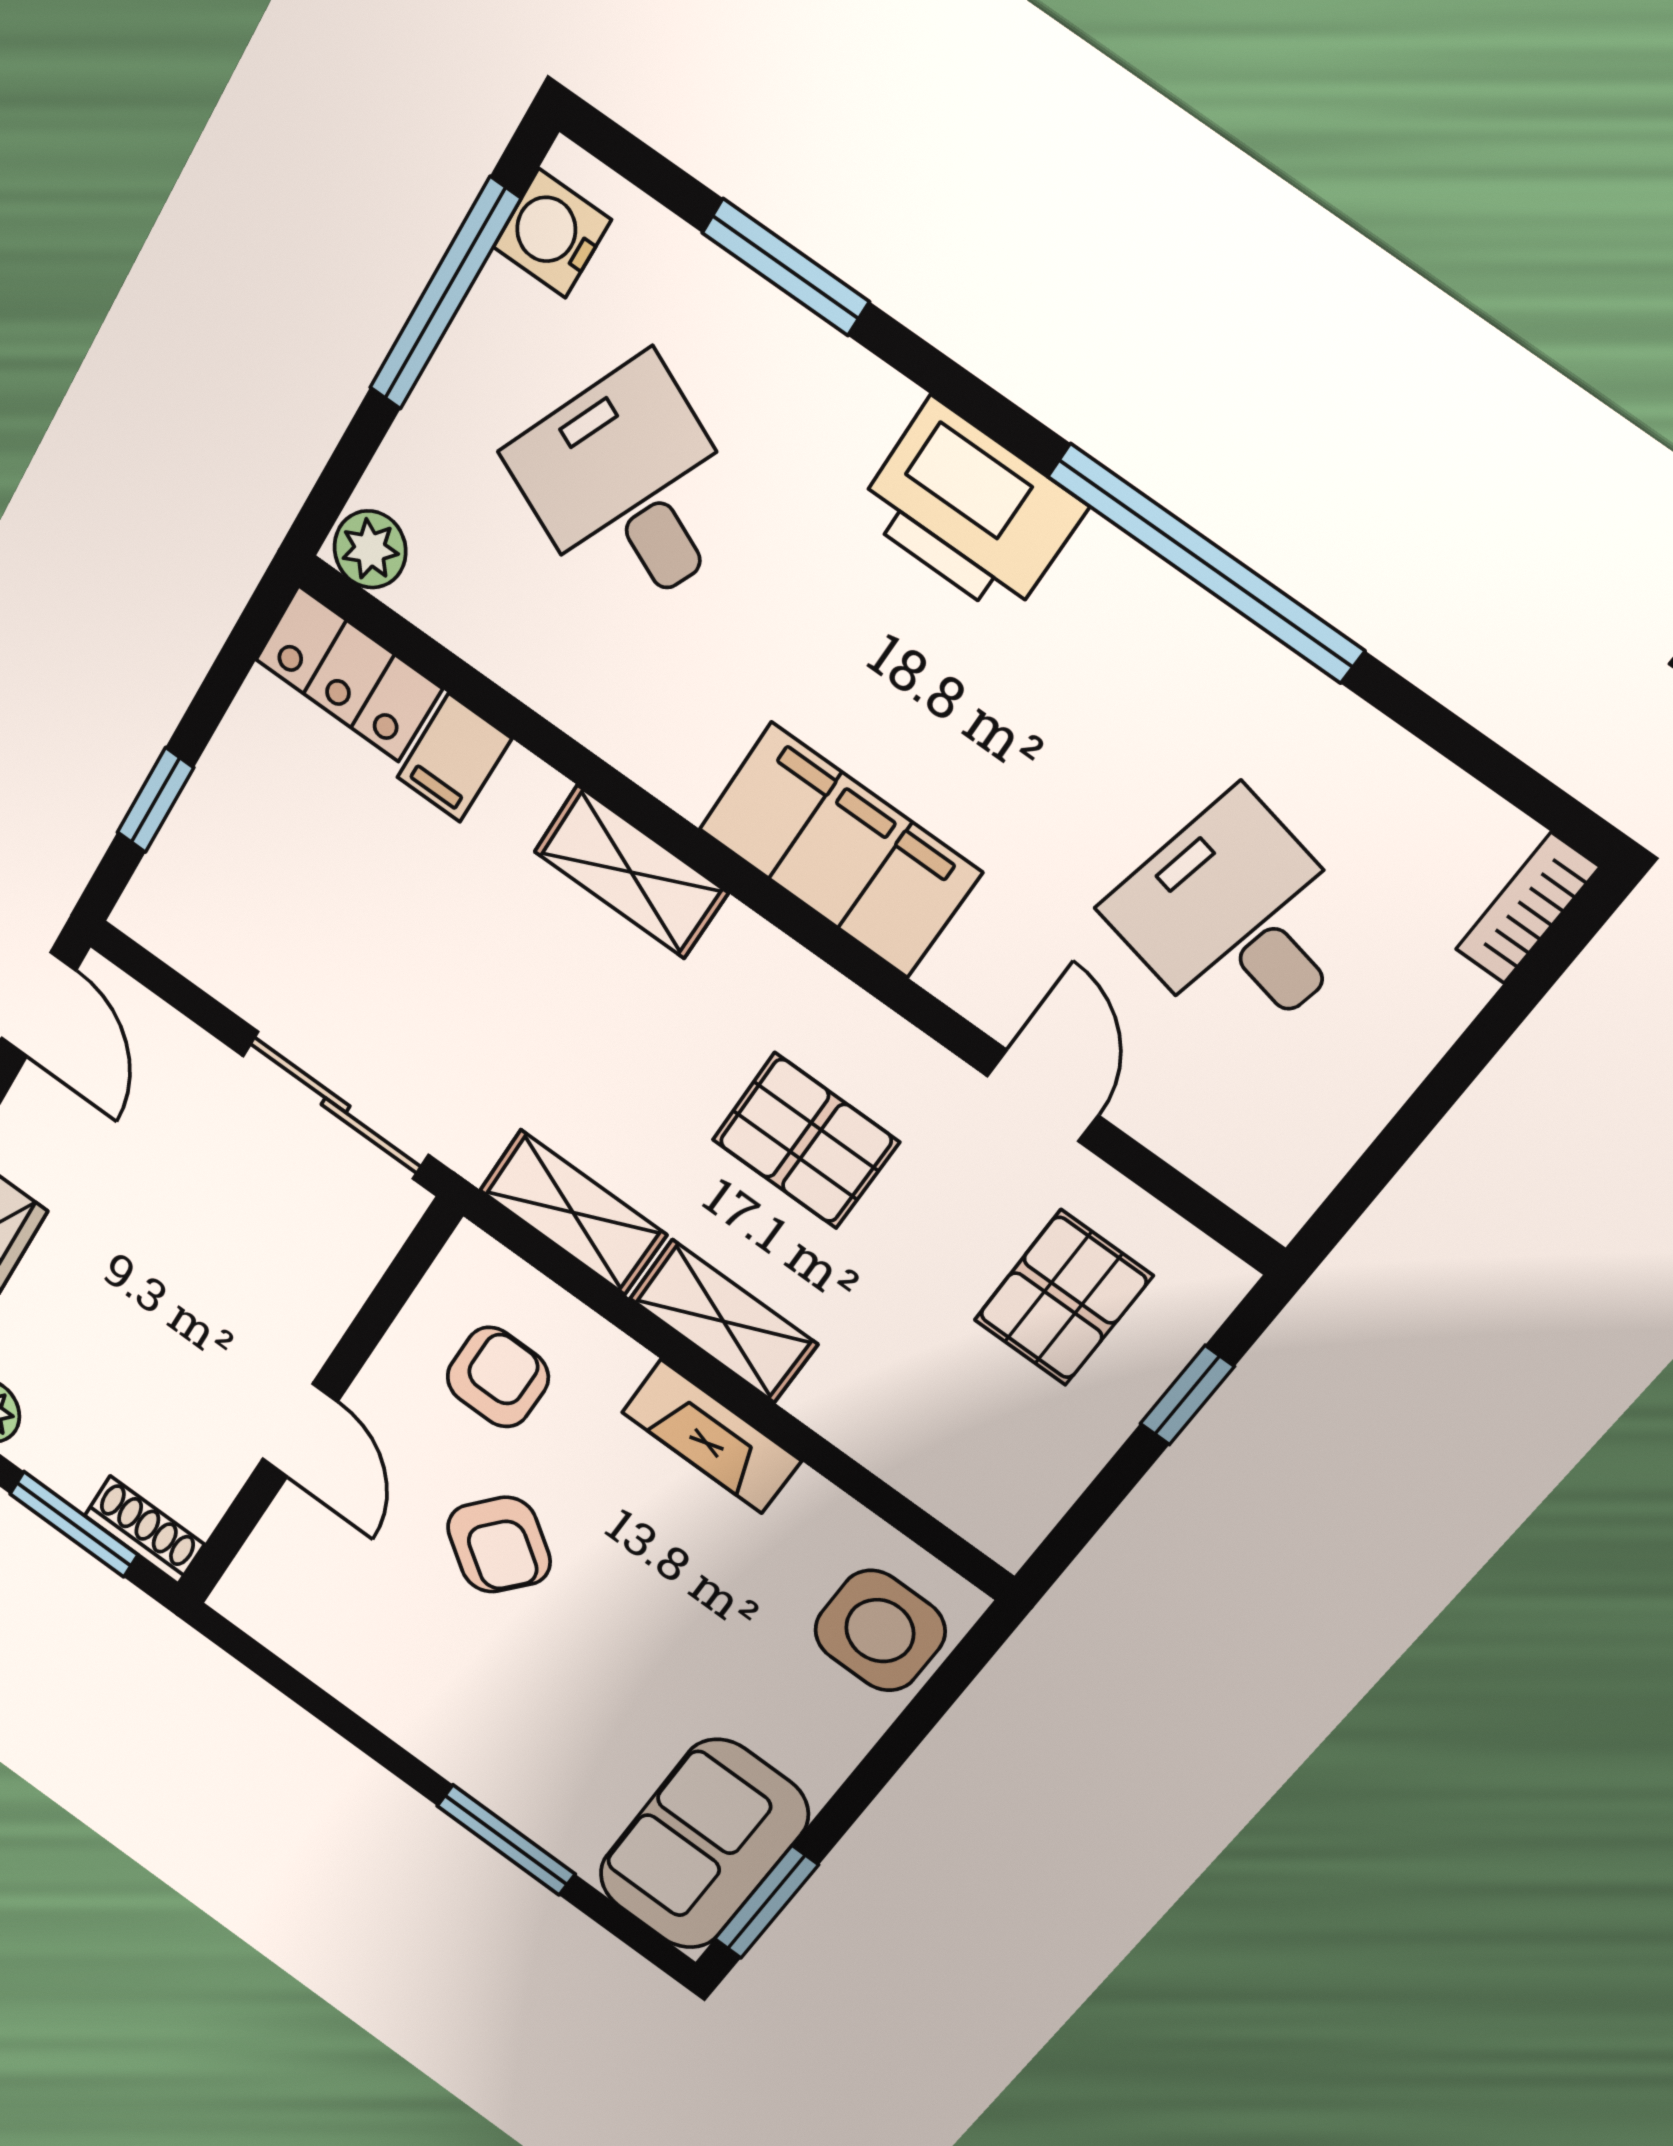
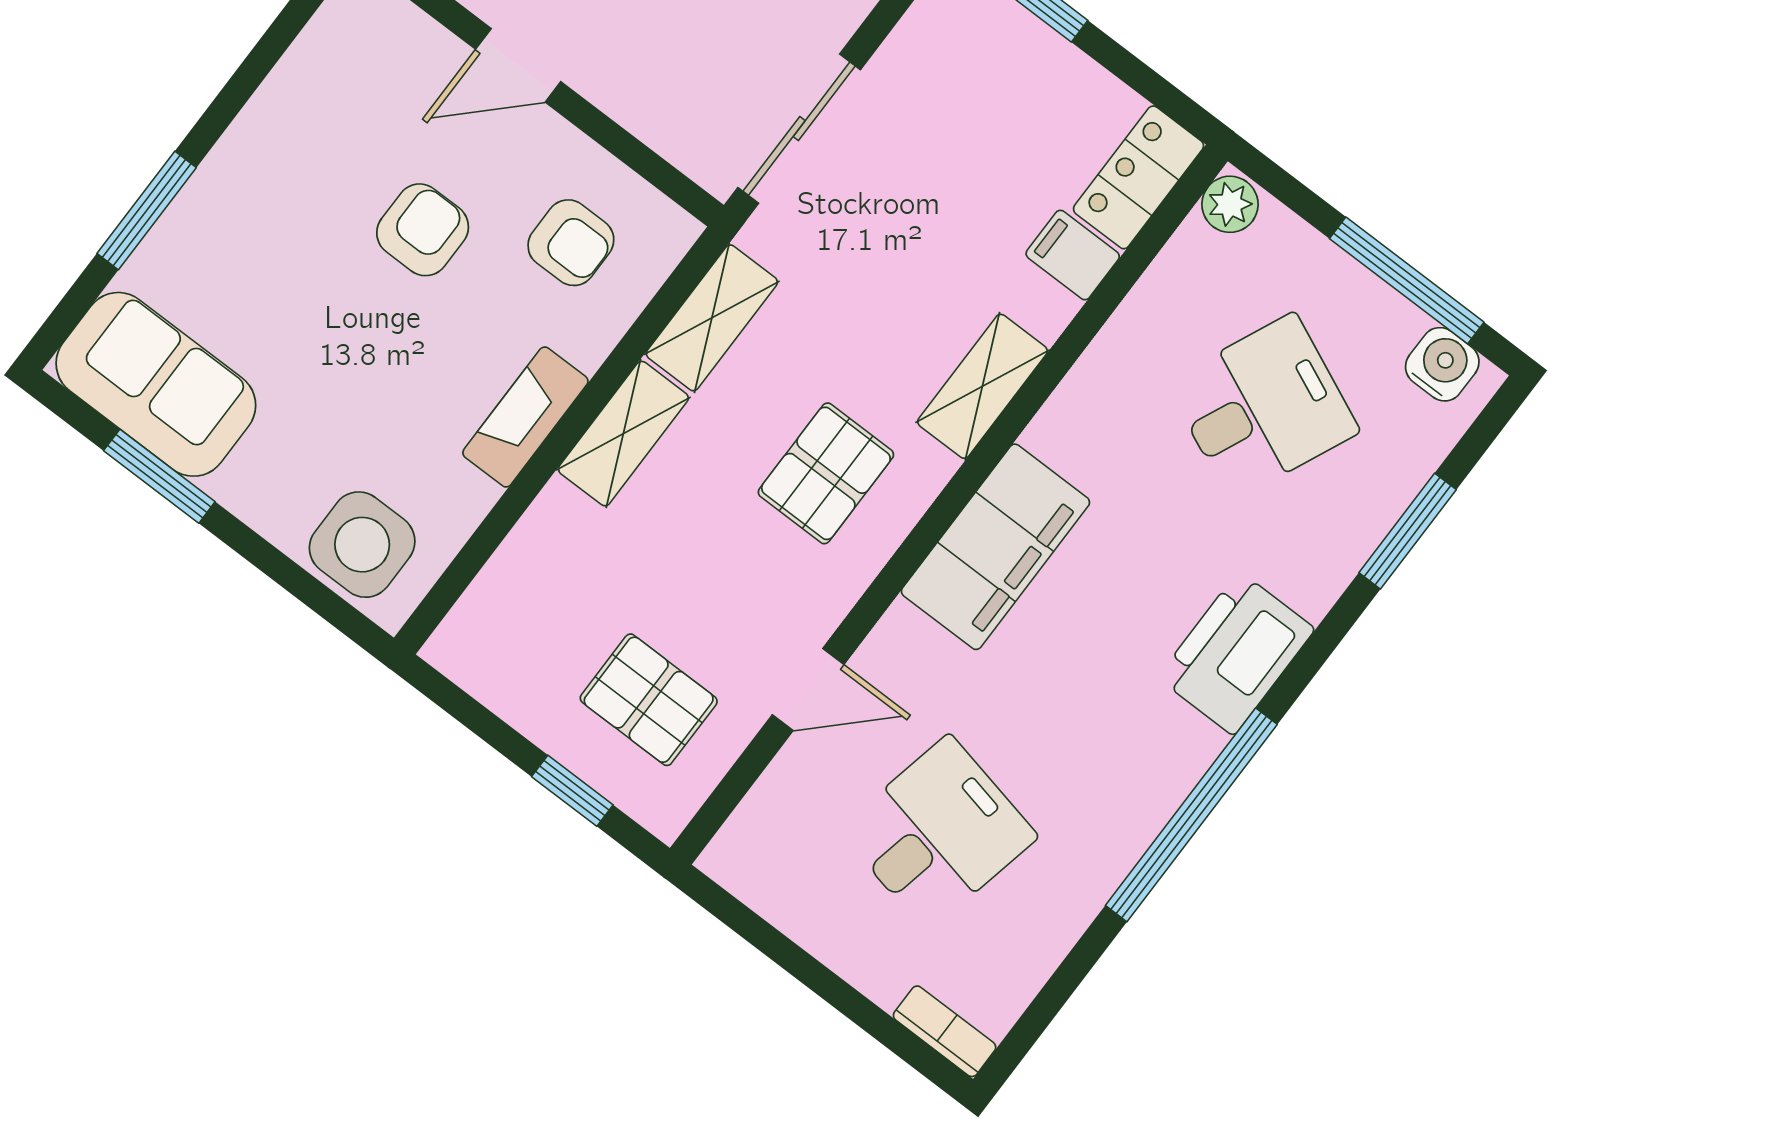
pallet: (806, 1141) -> (826, 473), moved
armchair: (499, 1545) -> (423, 230), turned 142
window: (766, 1902) -> (159, 476), moved

